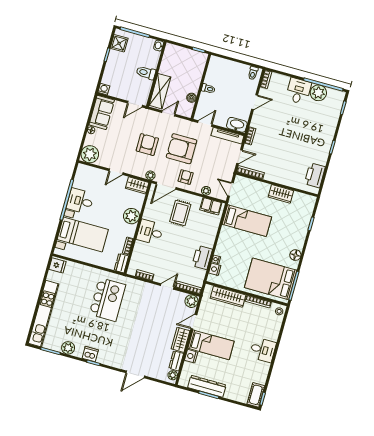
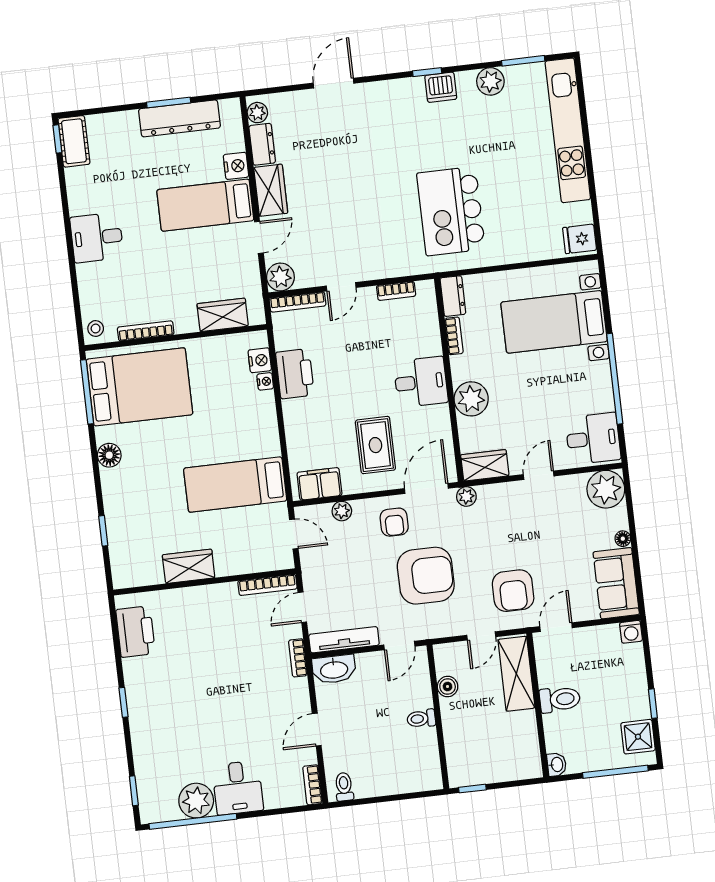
armchair: (147, 145) -> (513, 591), moved
desk: (80, 201) -> (593, 439), moved
wardrobe: (228, 297) -> (223, 315), width x0.67

